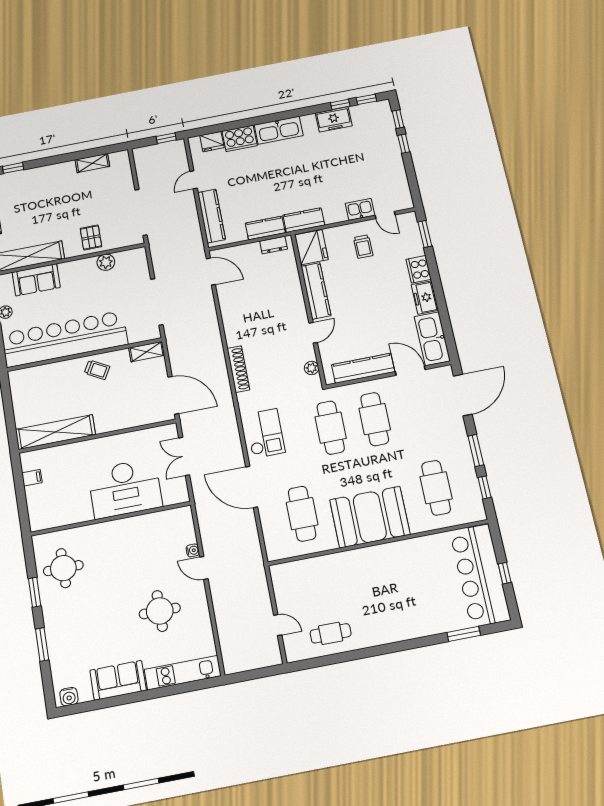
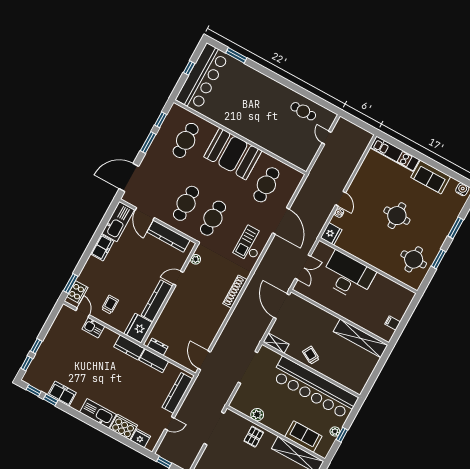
cooker: (419, 269) -> (77, 292), moved
fridge: (182, 519) -> (331, 234), added
round table: (160, 611) -> (397, 216), moved

